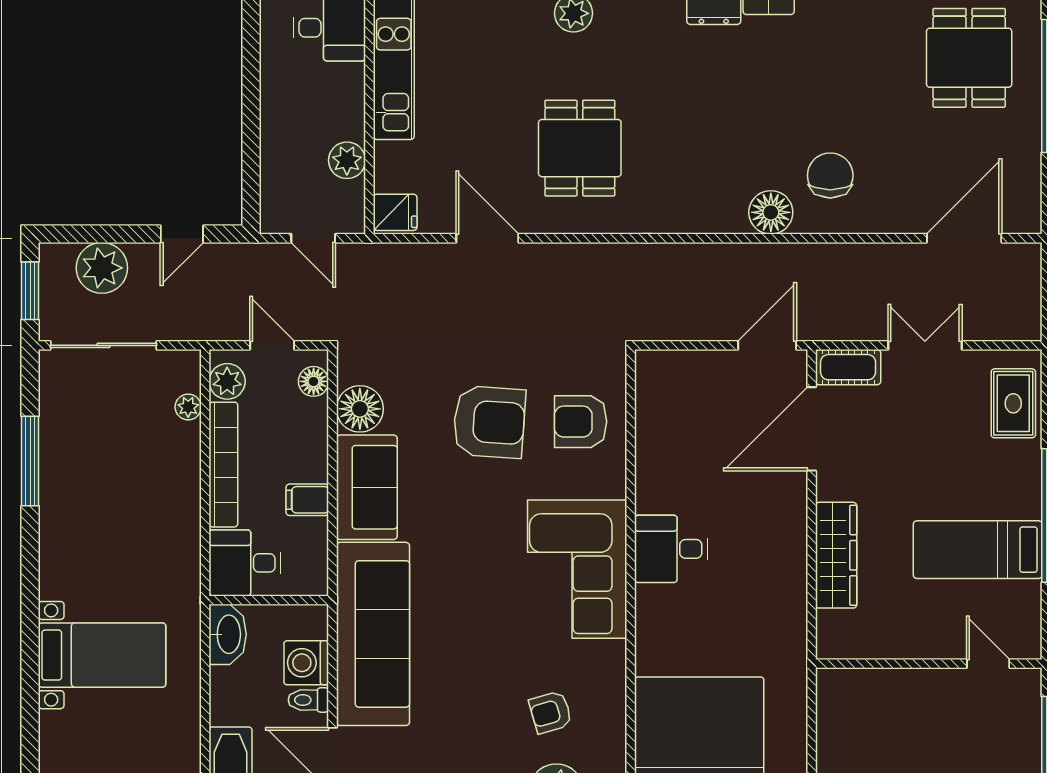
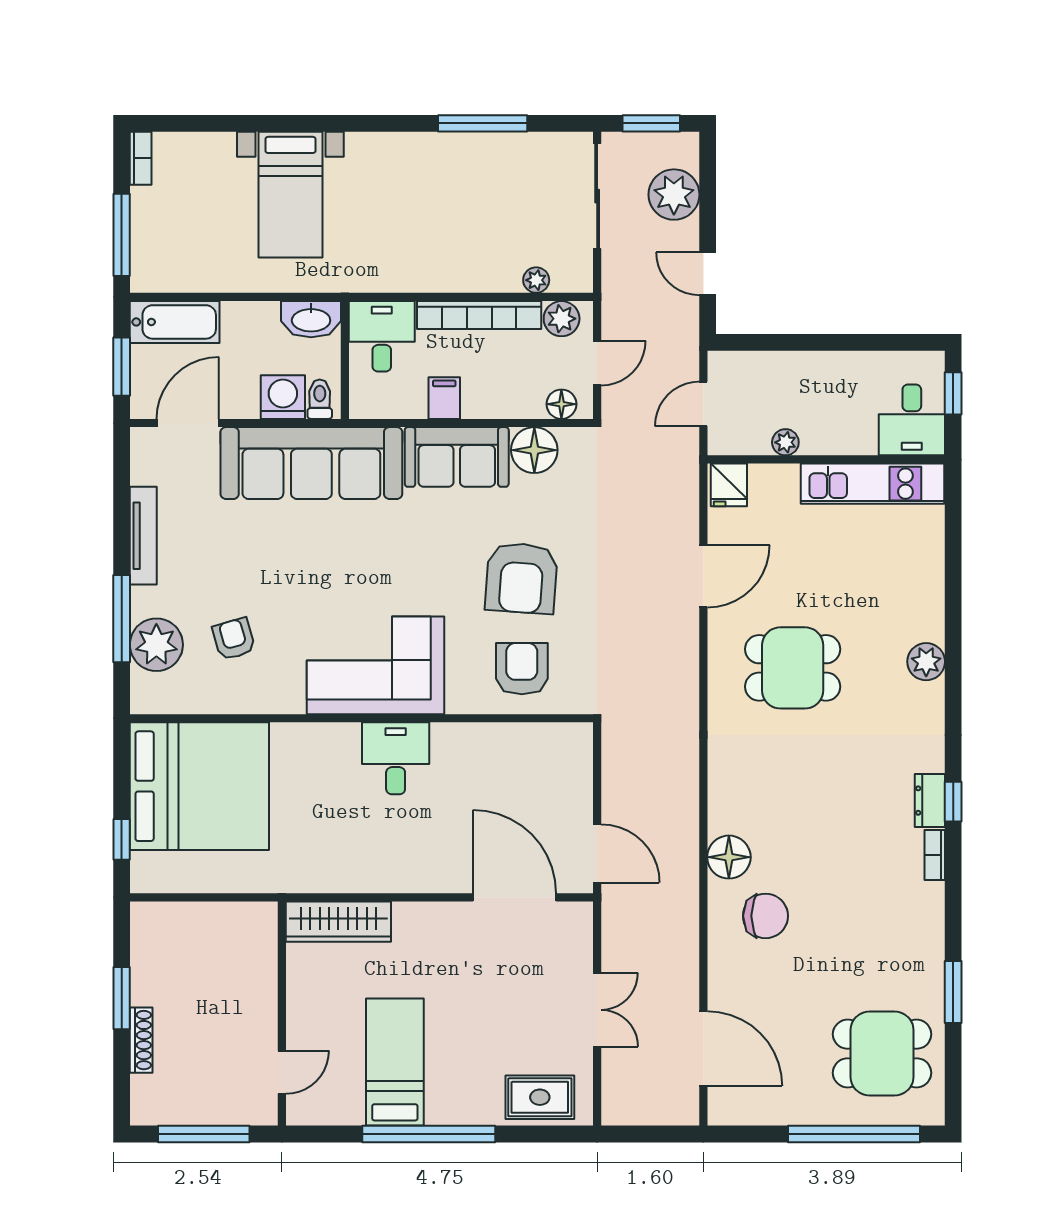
plant: (347, 160) -> (785, 442), width x0.73, depth x0.73
cot: (848, 367) -> (576, 934), removed
wardrobe: (836, 555) -> (338, 922), moved
toilet: (308, 700) -> (320, 399), moved

